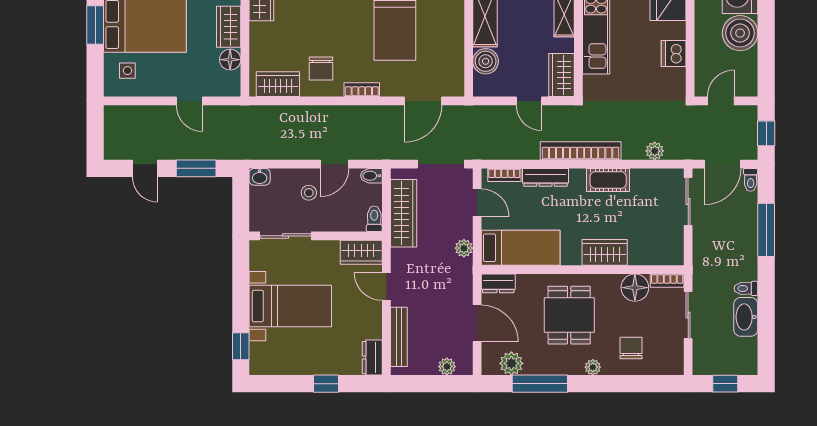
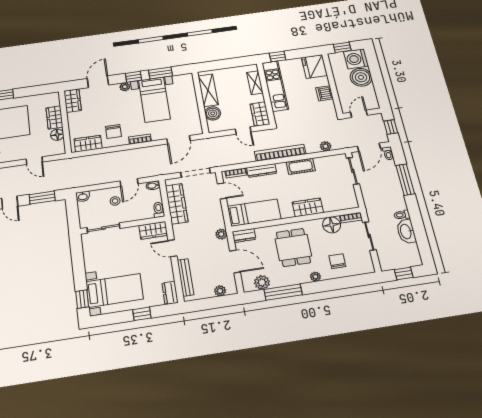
plant: (464, 248) -> (221, 234), moved
bed with nightstands: (290, 306) -> (115, 290), moved

